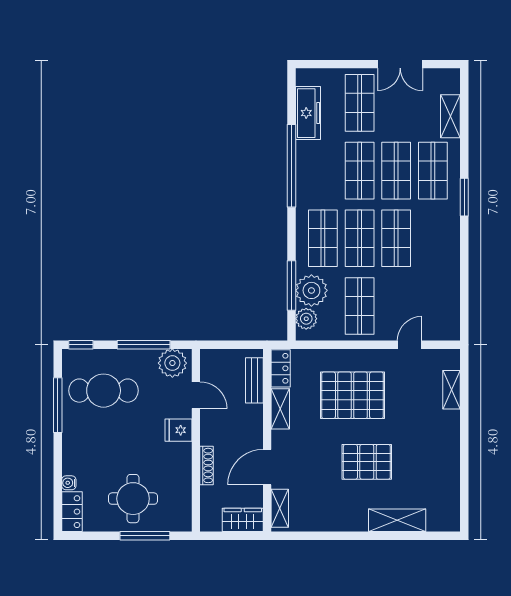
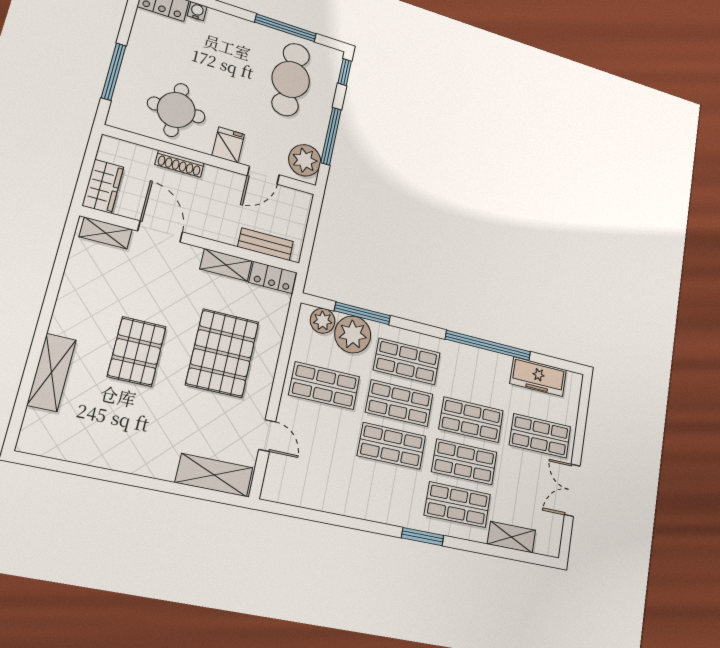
shelving: (451, 390) -> (214, 475), width x1.50, depth x1.33
round table: (133, 499) -> (176, 110), moved

